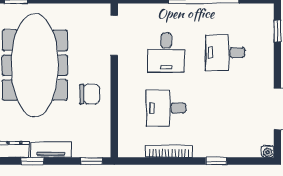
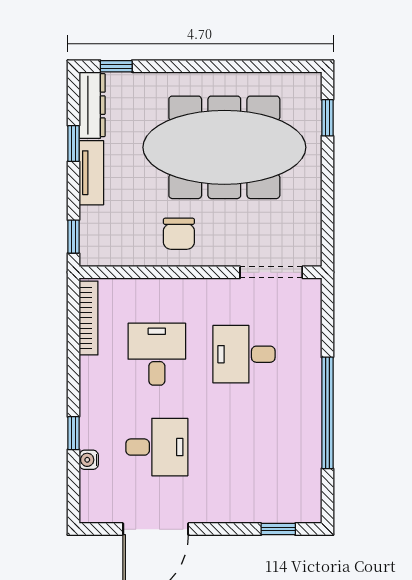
desk: (225, 53) -> (157, 447), moved, turned 90
bookcase: (169, 151) -> (89, 318), moved
water cooler: (268, 151) -> (89, 460), moved

